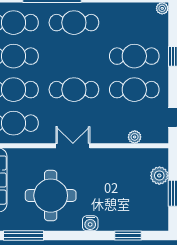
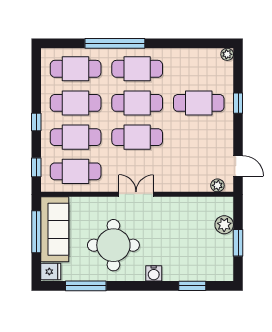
cafe table: (134, 90) -> (137, 103), moved
plant: (135, 137) -> (217, 185), moved

